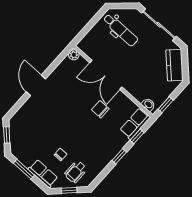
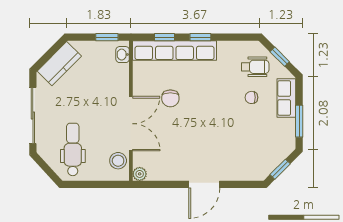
stool: (92, 49) -> (118, 161), added
row of seats: (135, 124) -> (175, 51), width x2.02

